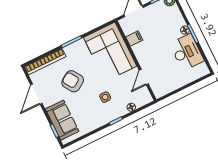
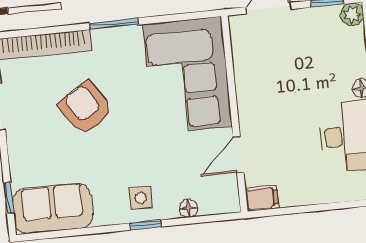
filing cabinet: (134, 38) -> (262, 198), moved
side table: (105, 97) -> (141, 198), moved
sofa: (62, 120) -> (53, 208), moved, turned -90

